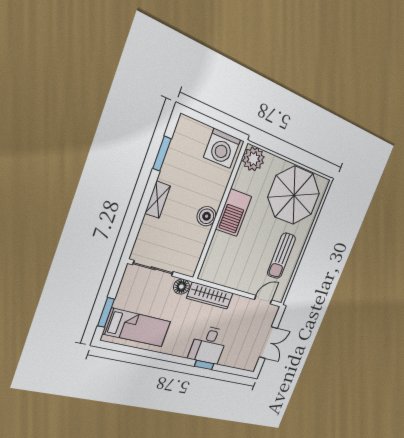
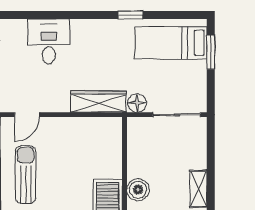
desk: (209, 345) -> (49, 41), moved
window: (204, 365) -> (131, 15), moved

